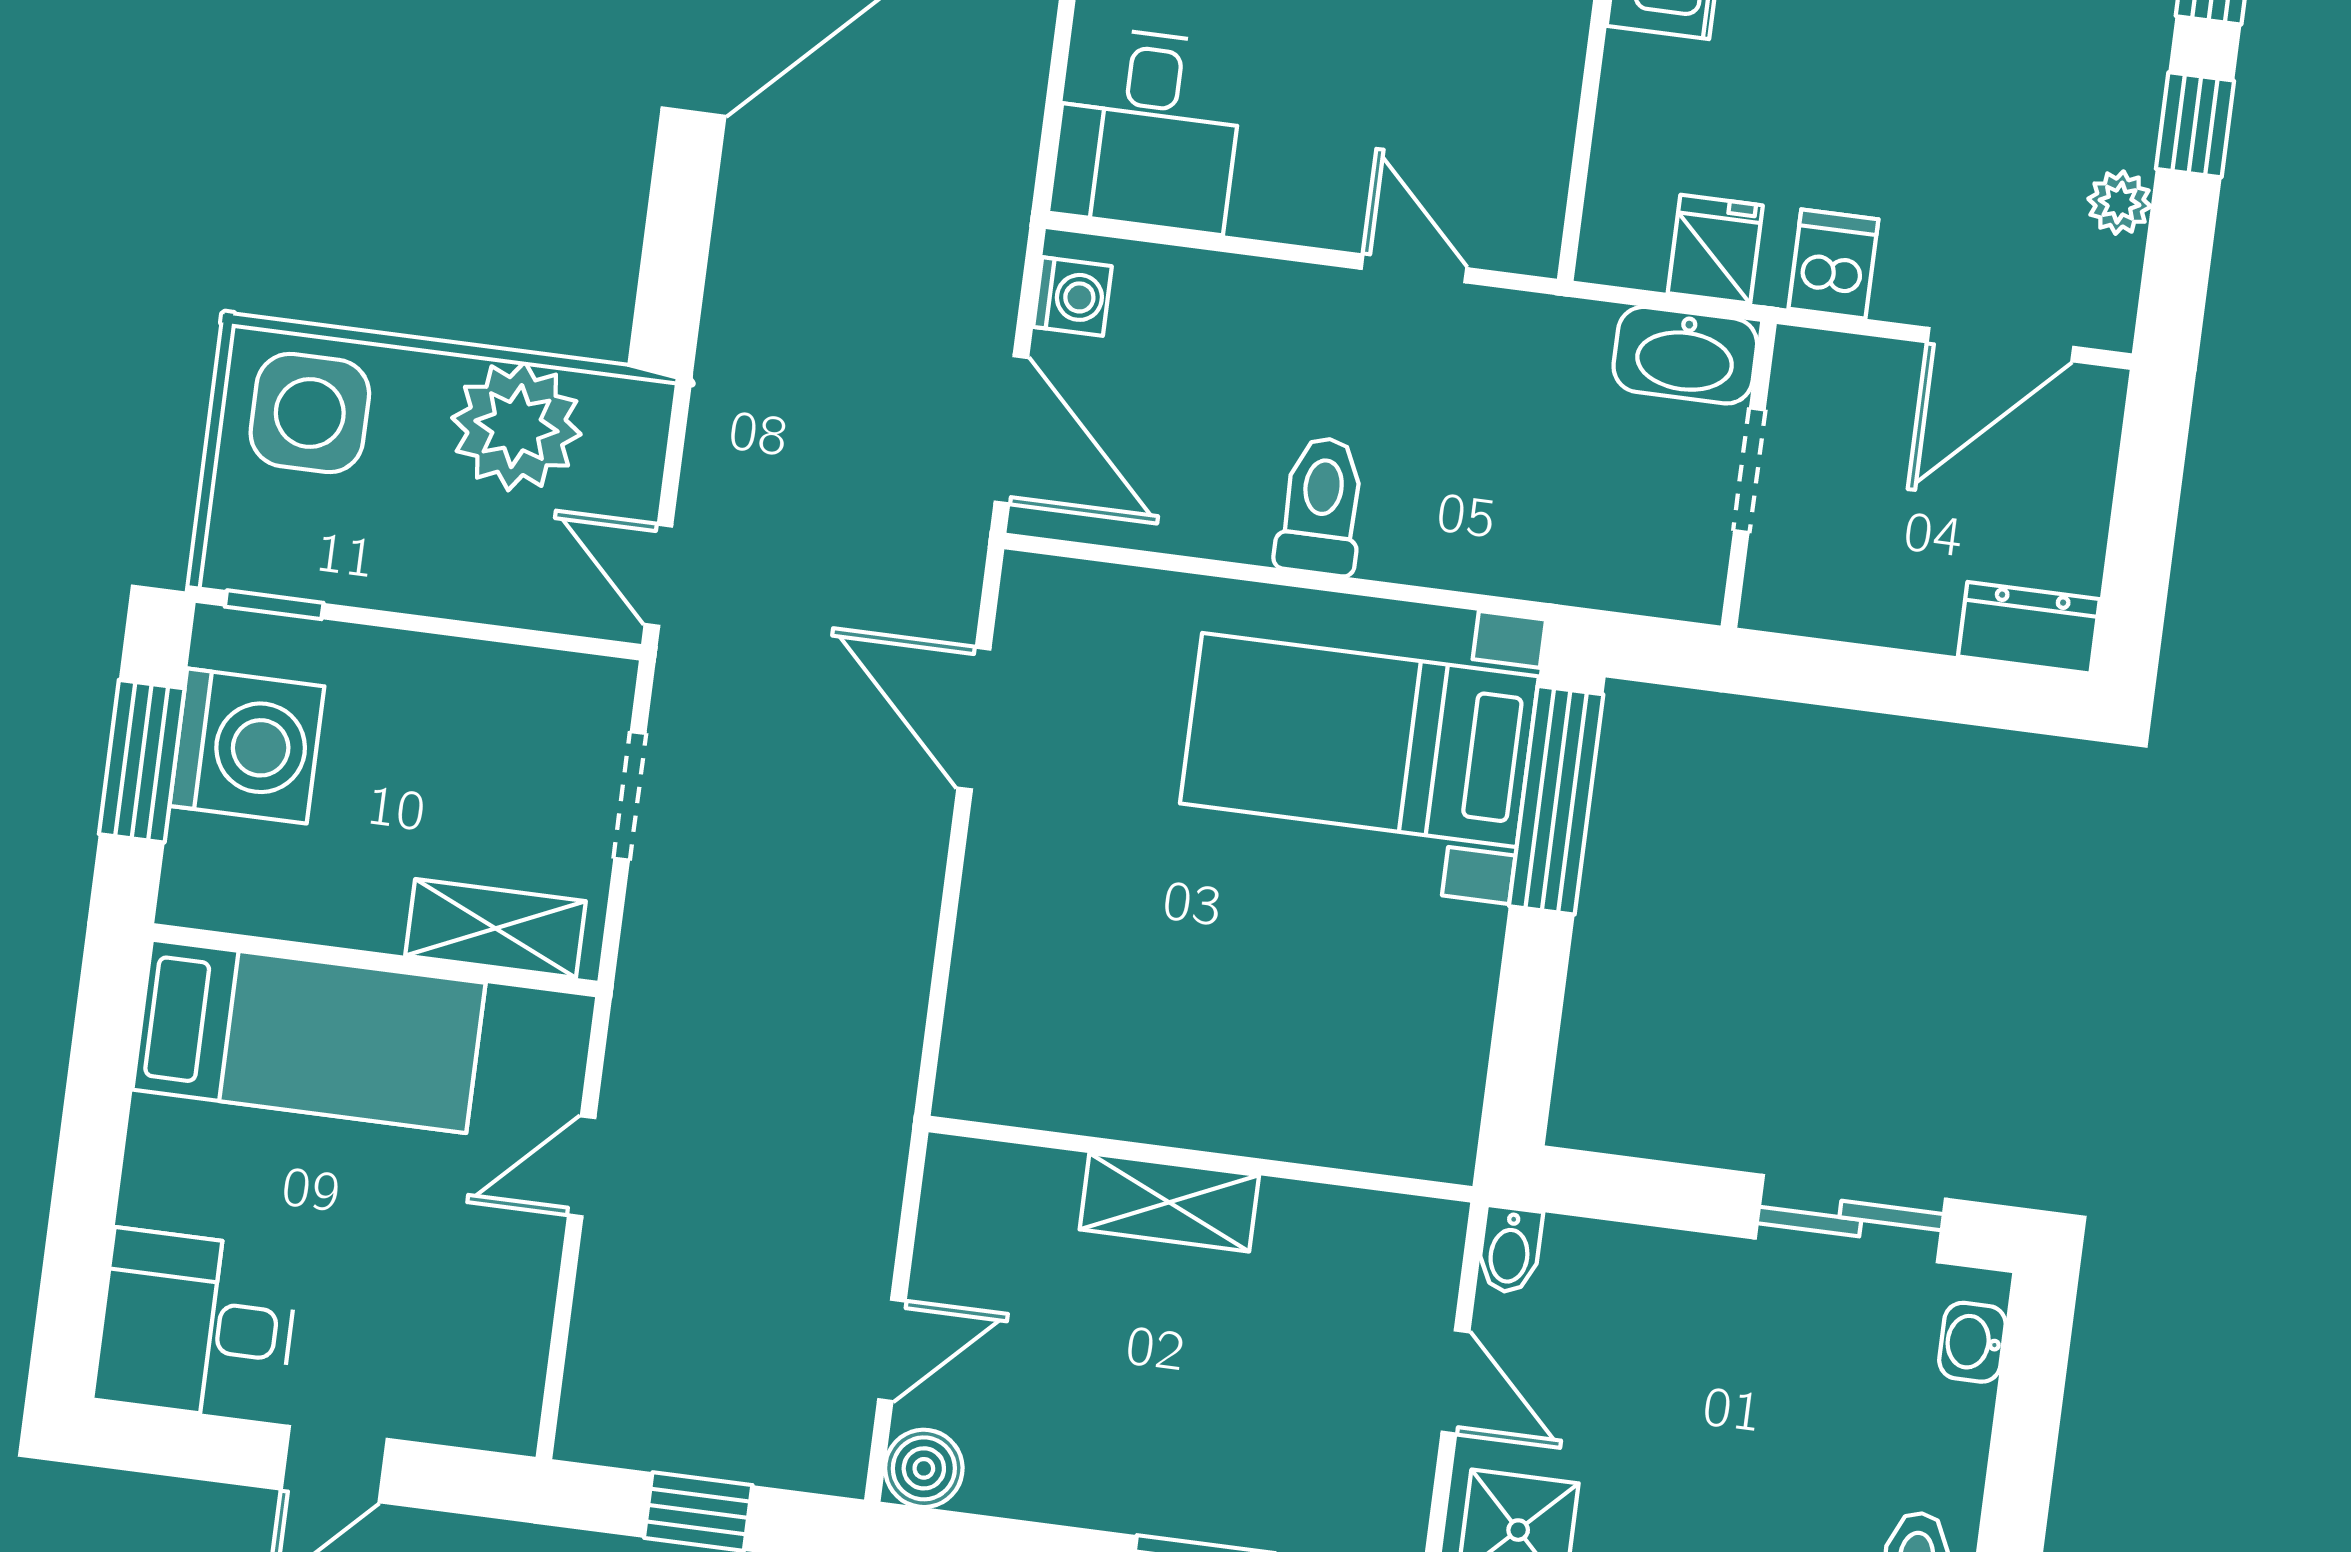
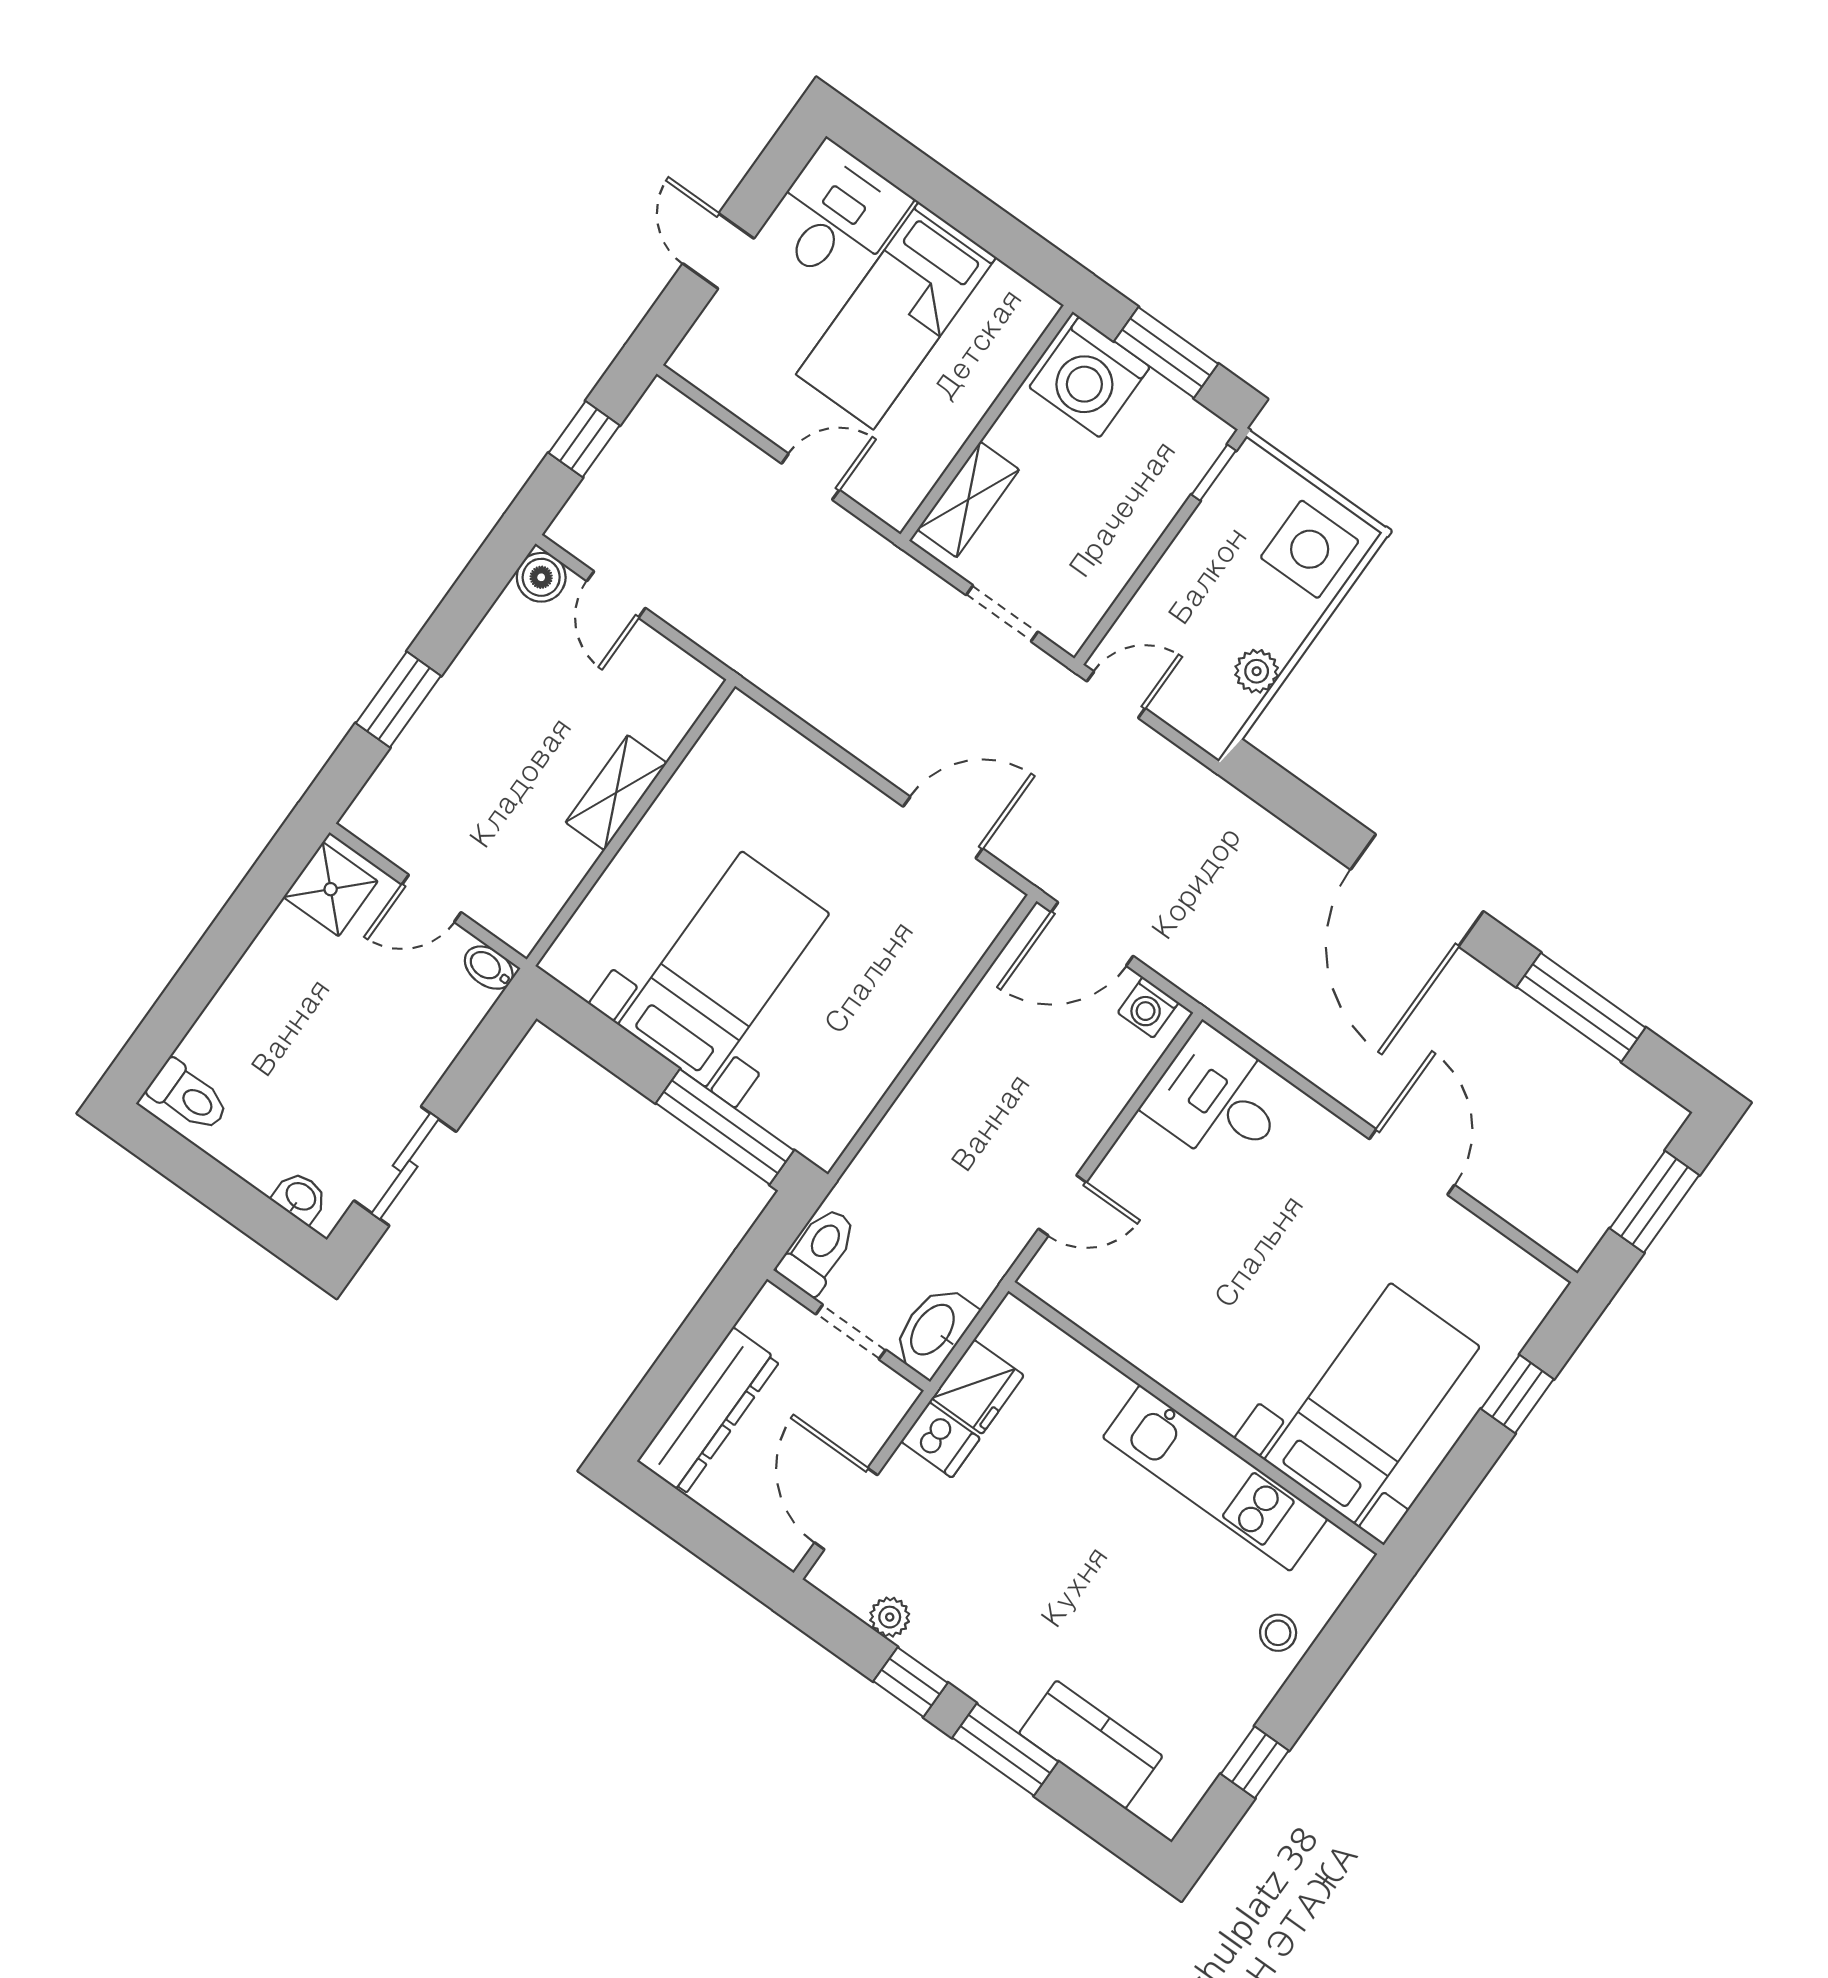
fridge: (1715, 249) -> (978, 1387), width x1.38
plant: (516, 426) -> (1257, 671), width x0.53, depth x0.53
toilet: (1321, 506) -> (819, 1250), moved, turned -90
dresser: (2029, 628) -> (709, 1411), width x1.96, depth x1.24
bed with nightstands: (1359, 740) -> (724, 969), moved
washing machine: (247, 746) -> (1089, 377), moved
bed: (309, 1036) -> (896, 316), moved
door: (582, 1166) -> (810, 477), hinge flipped

